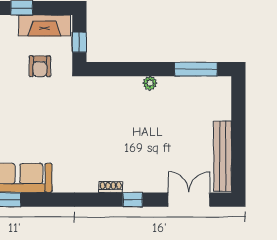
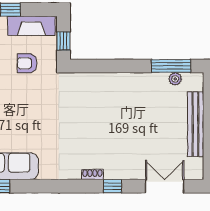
armchair: (40, 66) -> (27, 63), turned 90
plant: (150, 83) -> (175, 79), moved
bench: (223, 156) -> (196, 124), moved

